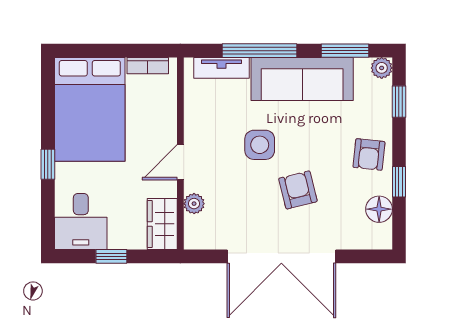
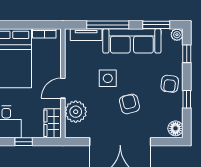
plant: (194, 204) -> (76, 112), width x1.88, depth x1.88
floor lamp: (379, 209) -> (175, 128), moved

